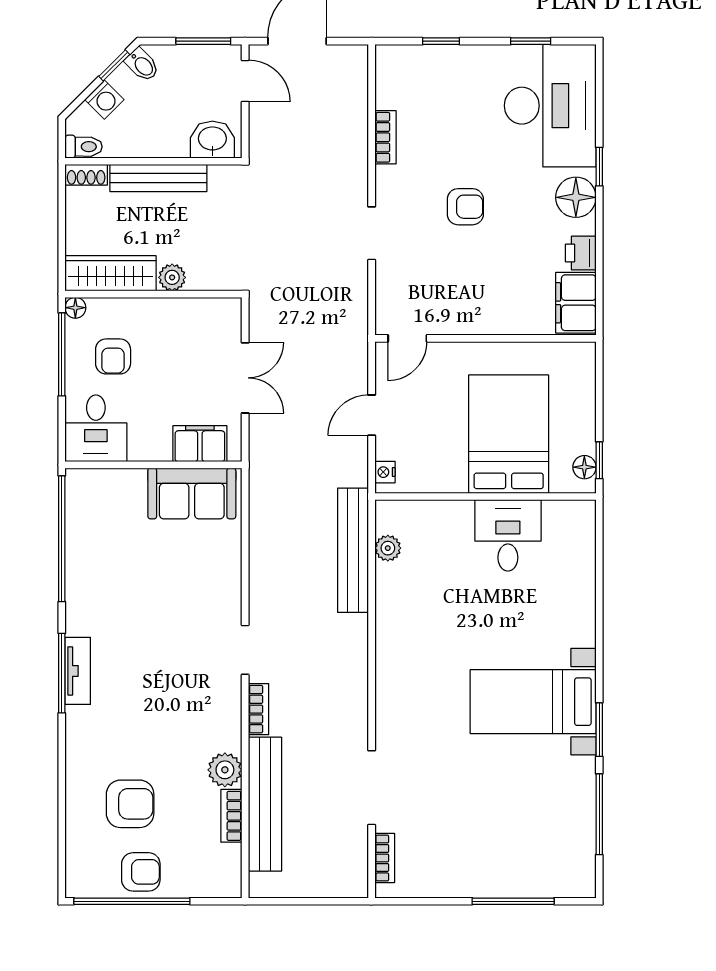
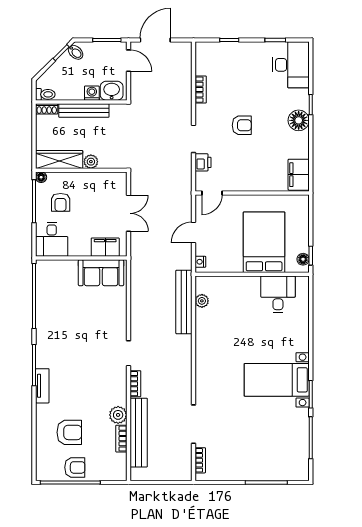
washing machine: (104, 100) -> (92, 93), moved, turned -135
desk: (550, 106) -> (291, 65), width x0.73, depth x0.77
printer: (581, 253) -> (203, 162), moved, turned 180
desk: (508, 535) -> (278, 294), moved
tv unit: (78, 671) -> (42, 386), moved

